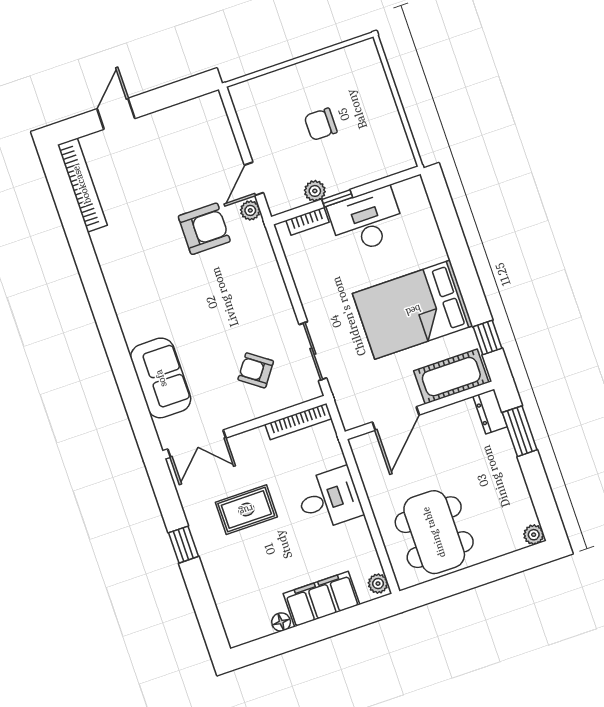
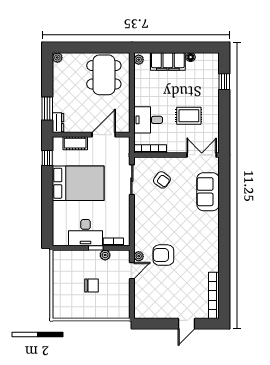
cot: (451, 377) -> (75, 143), width x0.73, depth x0.75
desk: (329, 499) -> (148, 120), moved
window: (183, 545) -> (224, 82), moved

